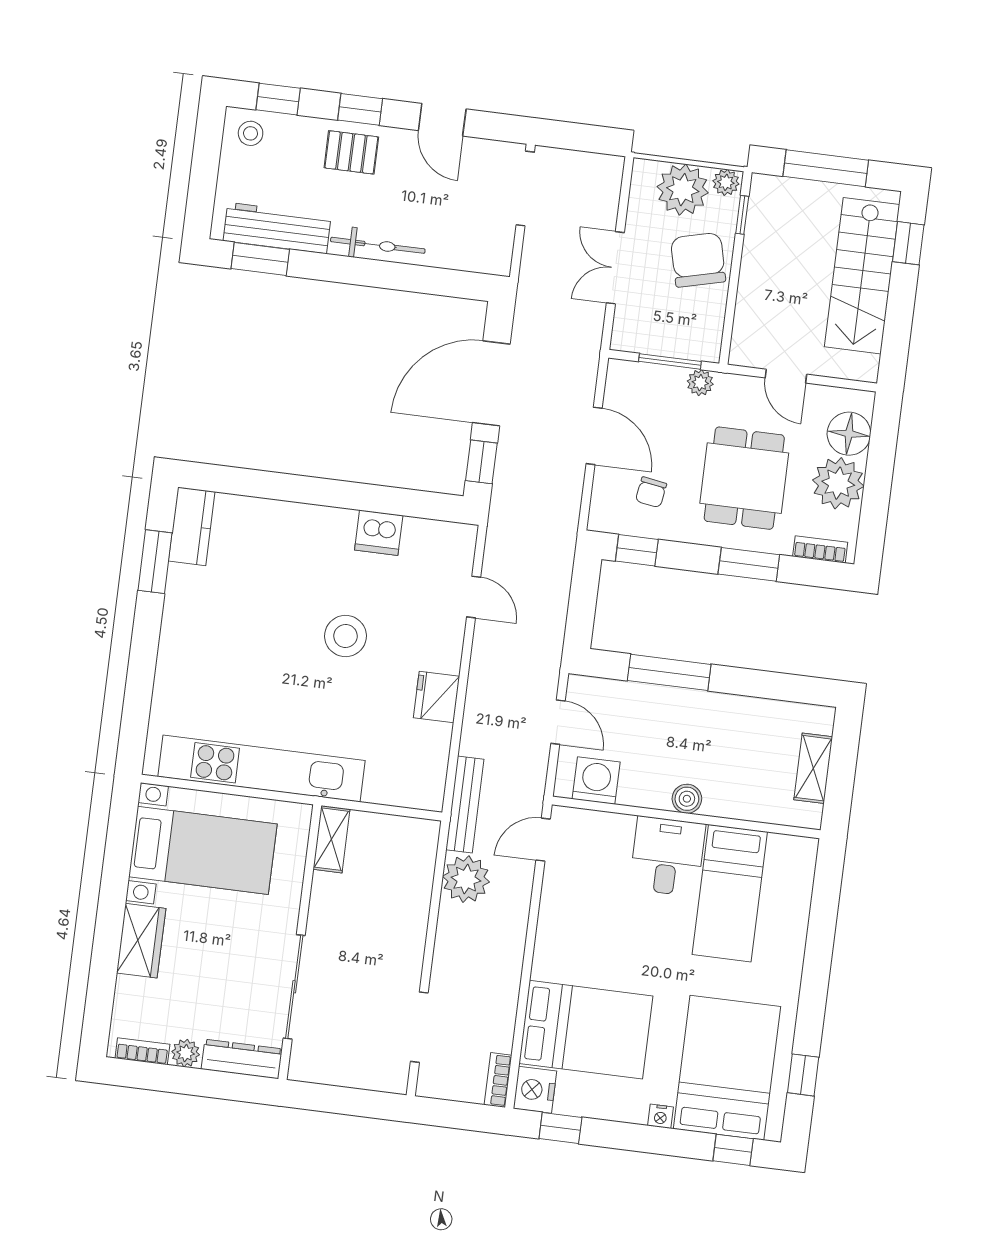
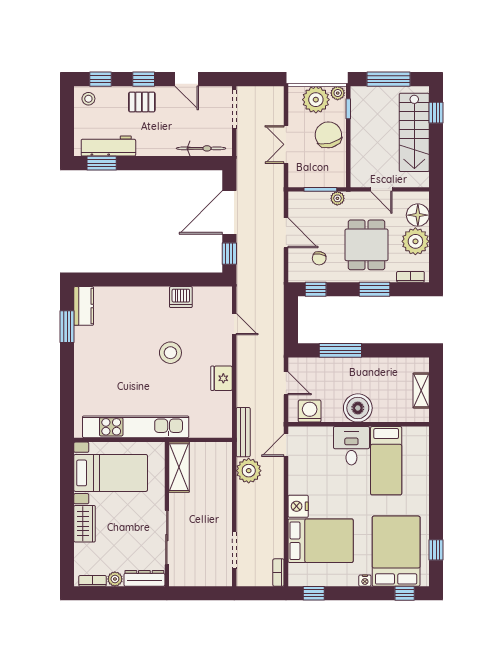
bicycle: (378, 245) -> (201, 148), moved
boiler: (687, 799) -> (358, 408), width x1.86, depth x1.86
shelving: (332, 839) -> (179, 467), width x1.50, depth x1.33
nightstand: (535, 1090) -> (298, 506), moved

